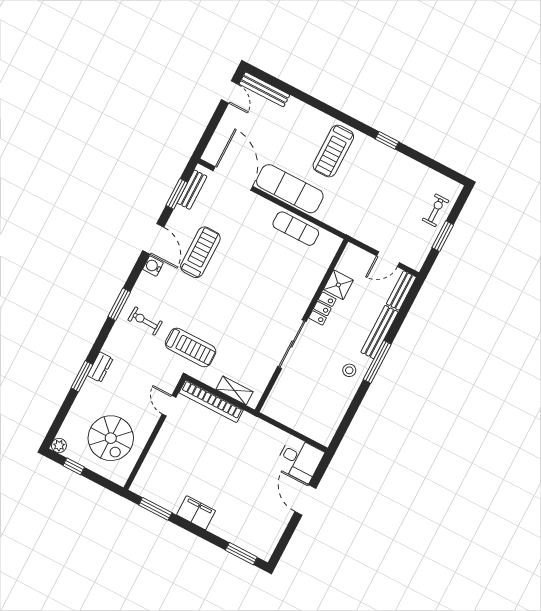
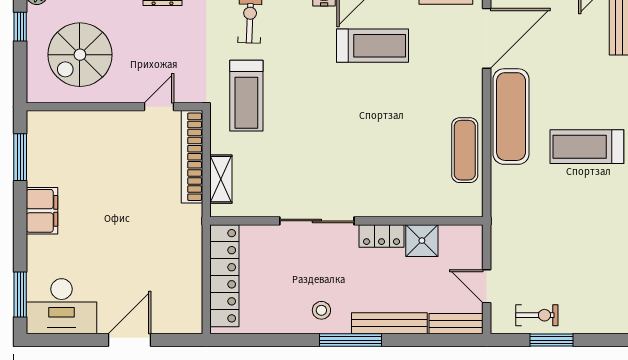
exercise bike: (436, 210) -> (537, 315), moved
locker: (296, 420) -> (224, 276), added
desk: (300, 459) -> (62, 306), moved, width x1.37

